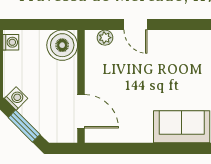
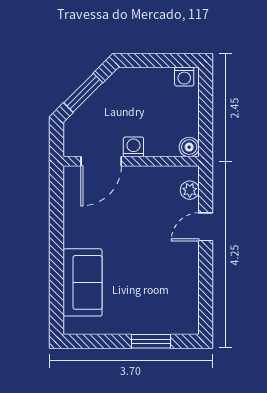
boiler: (62, 45) -> (189, 147), width x0.54, depth x0.54
washing machine: (16, 98) -> (133, 147), moved, turned -135

